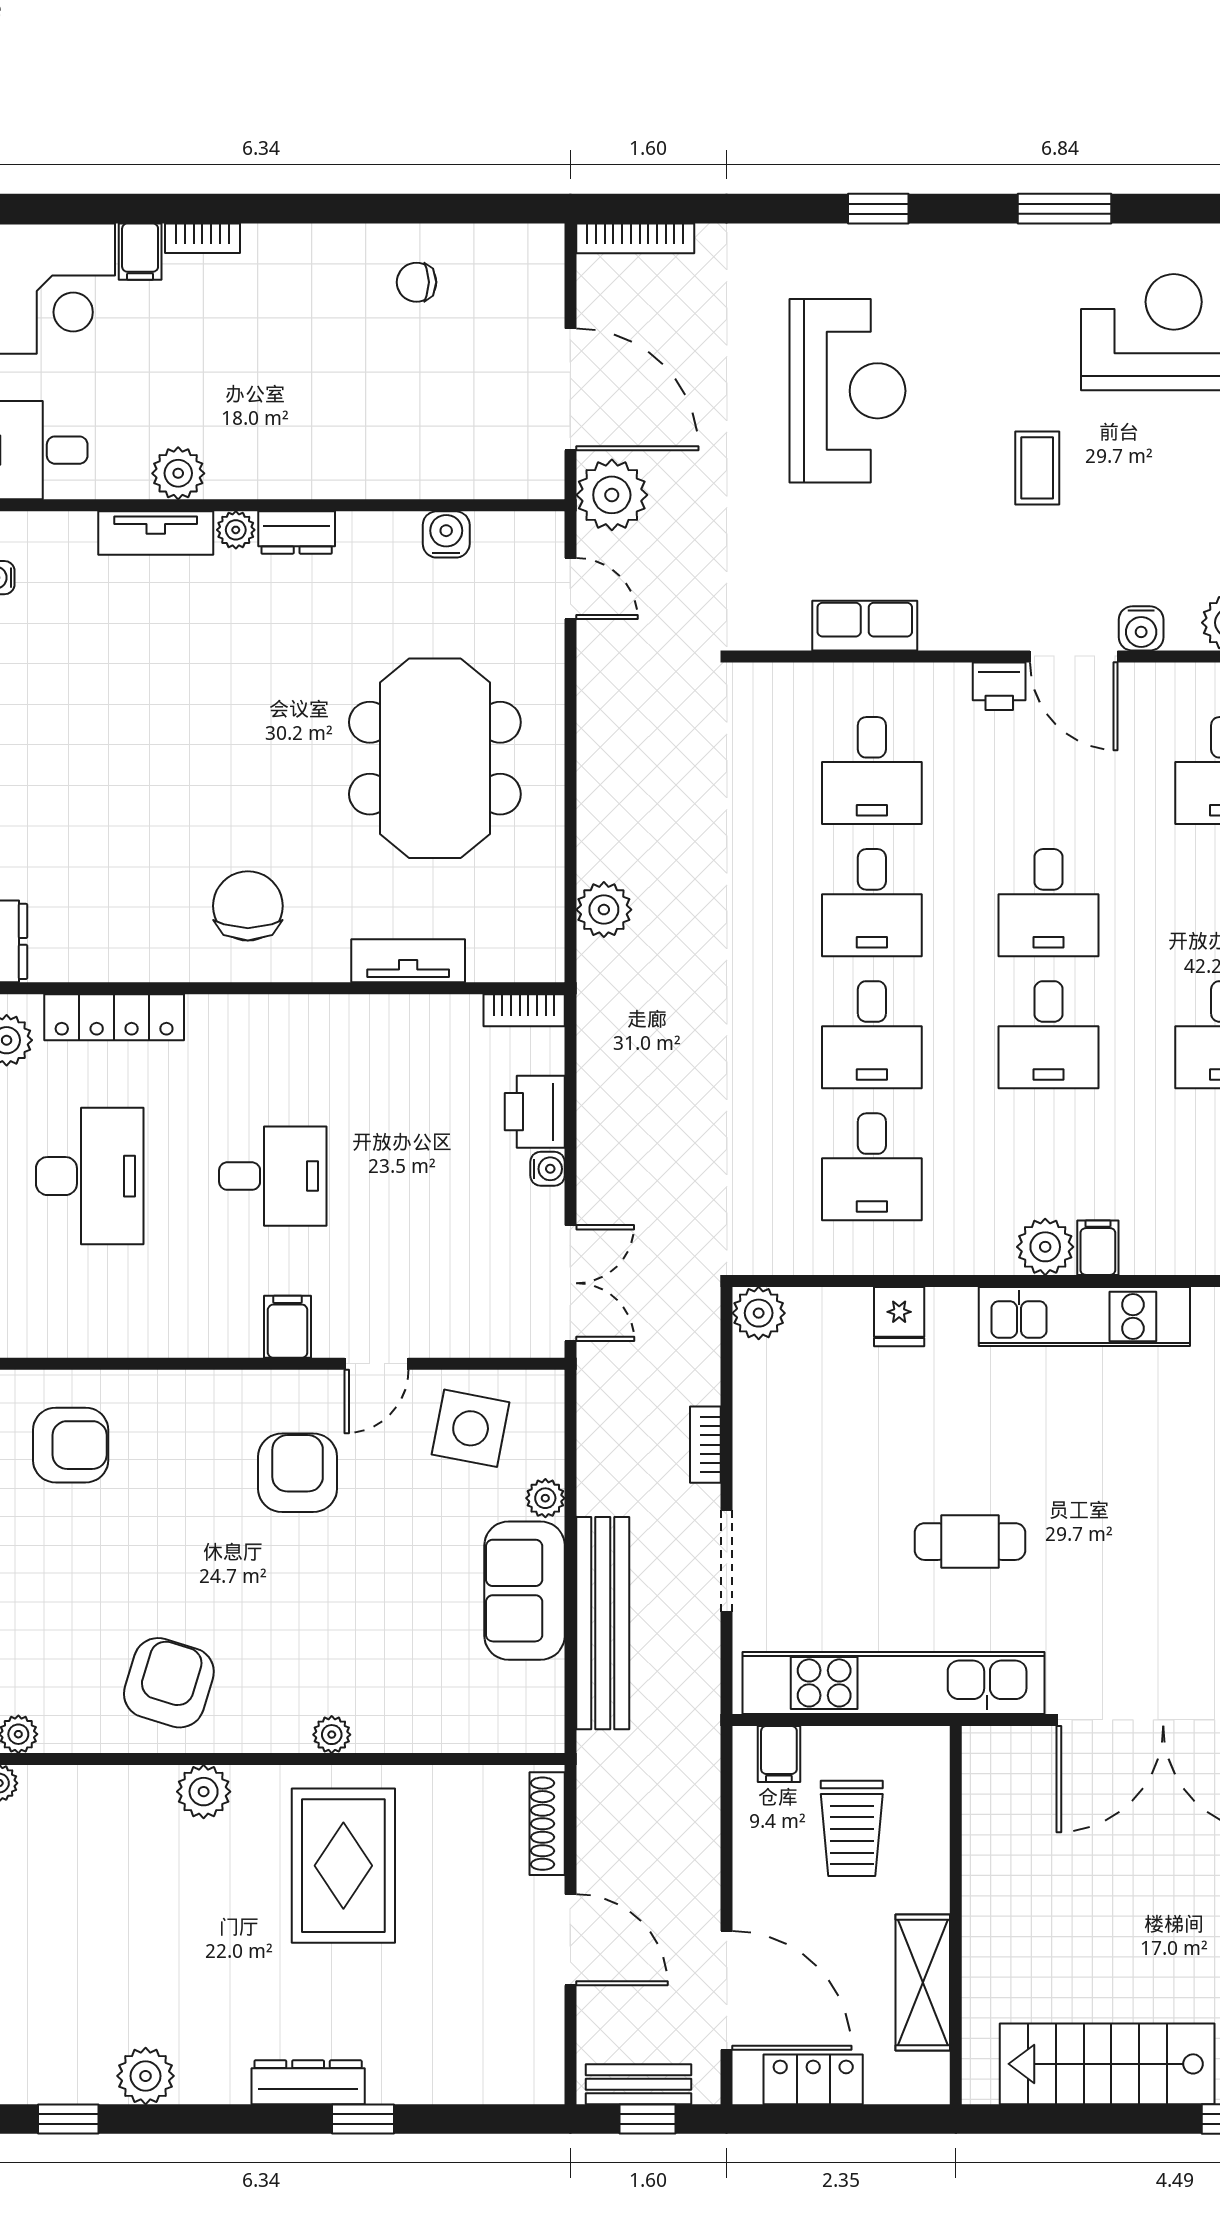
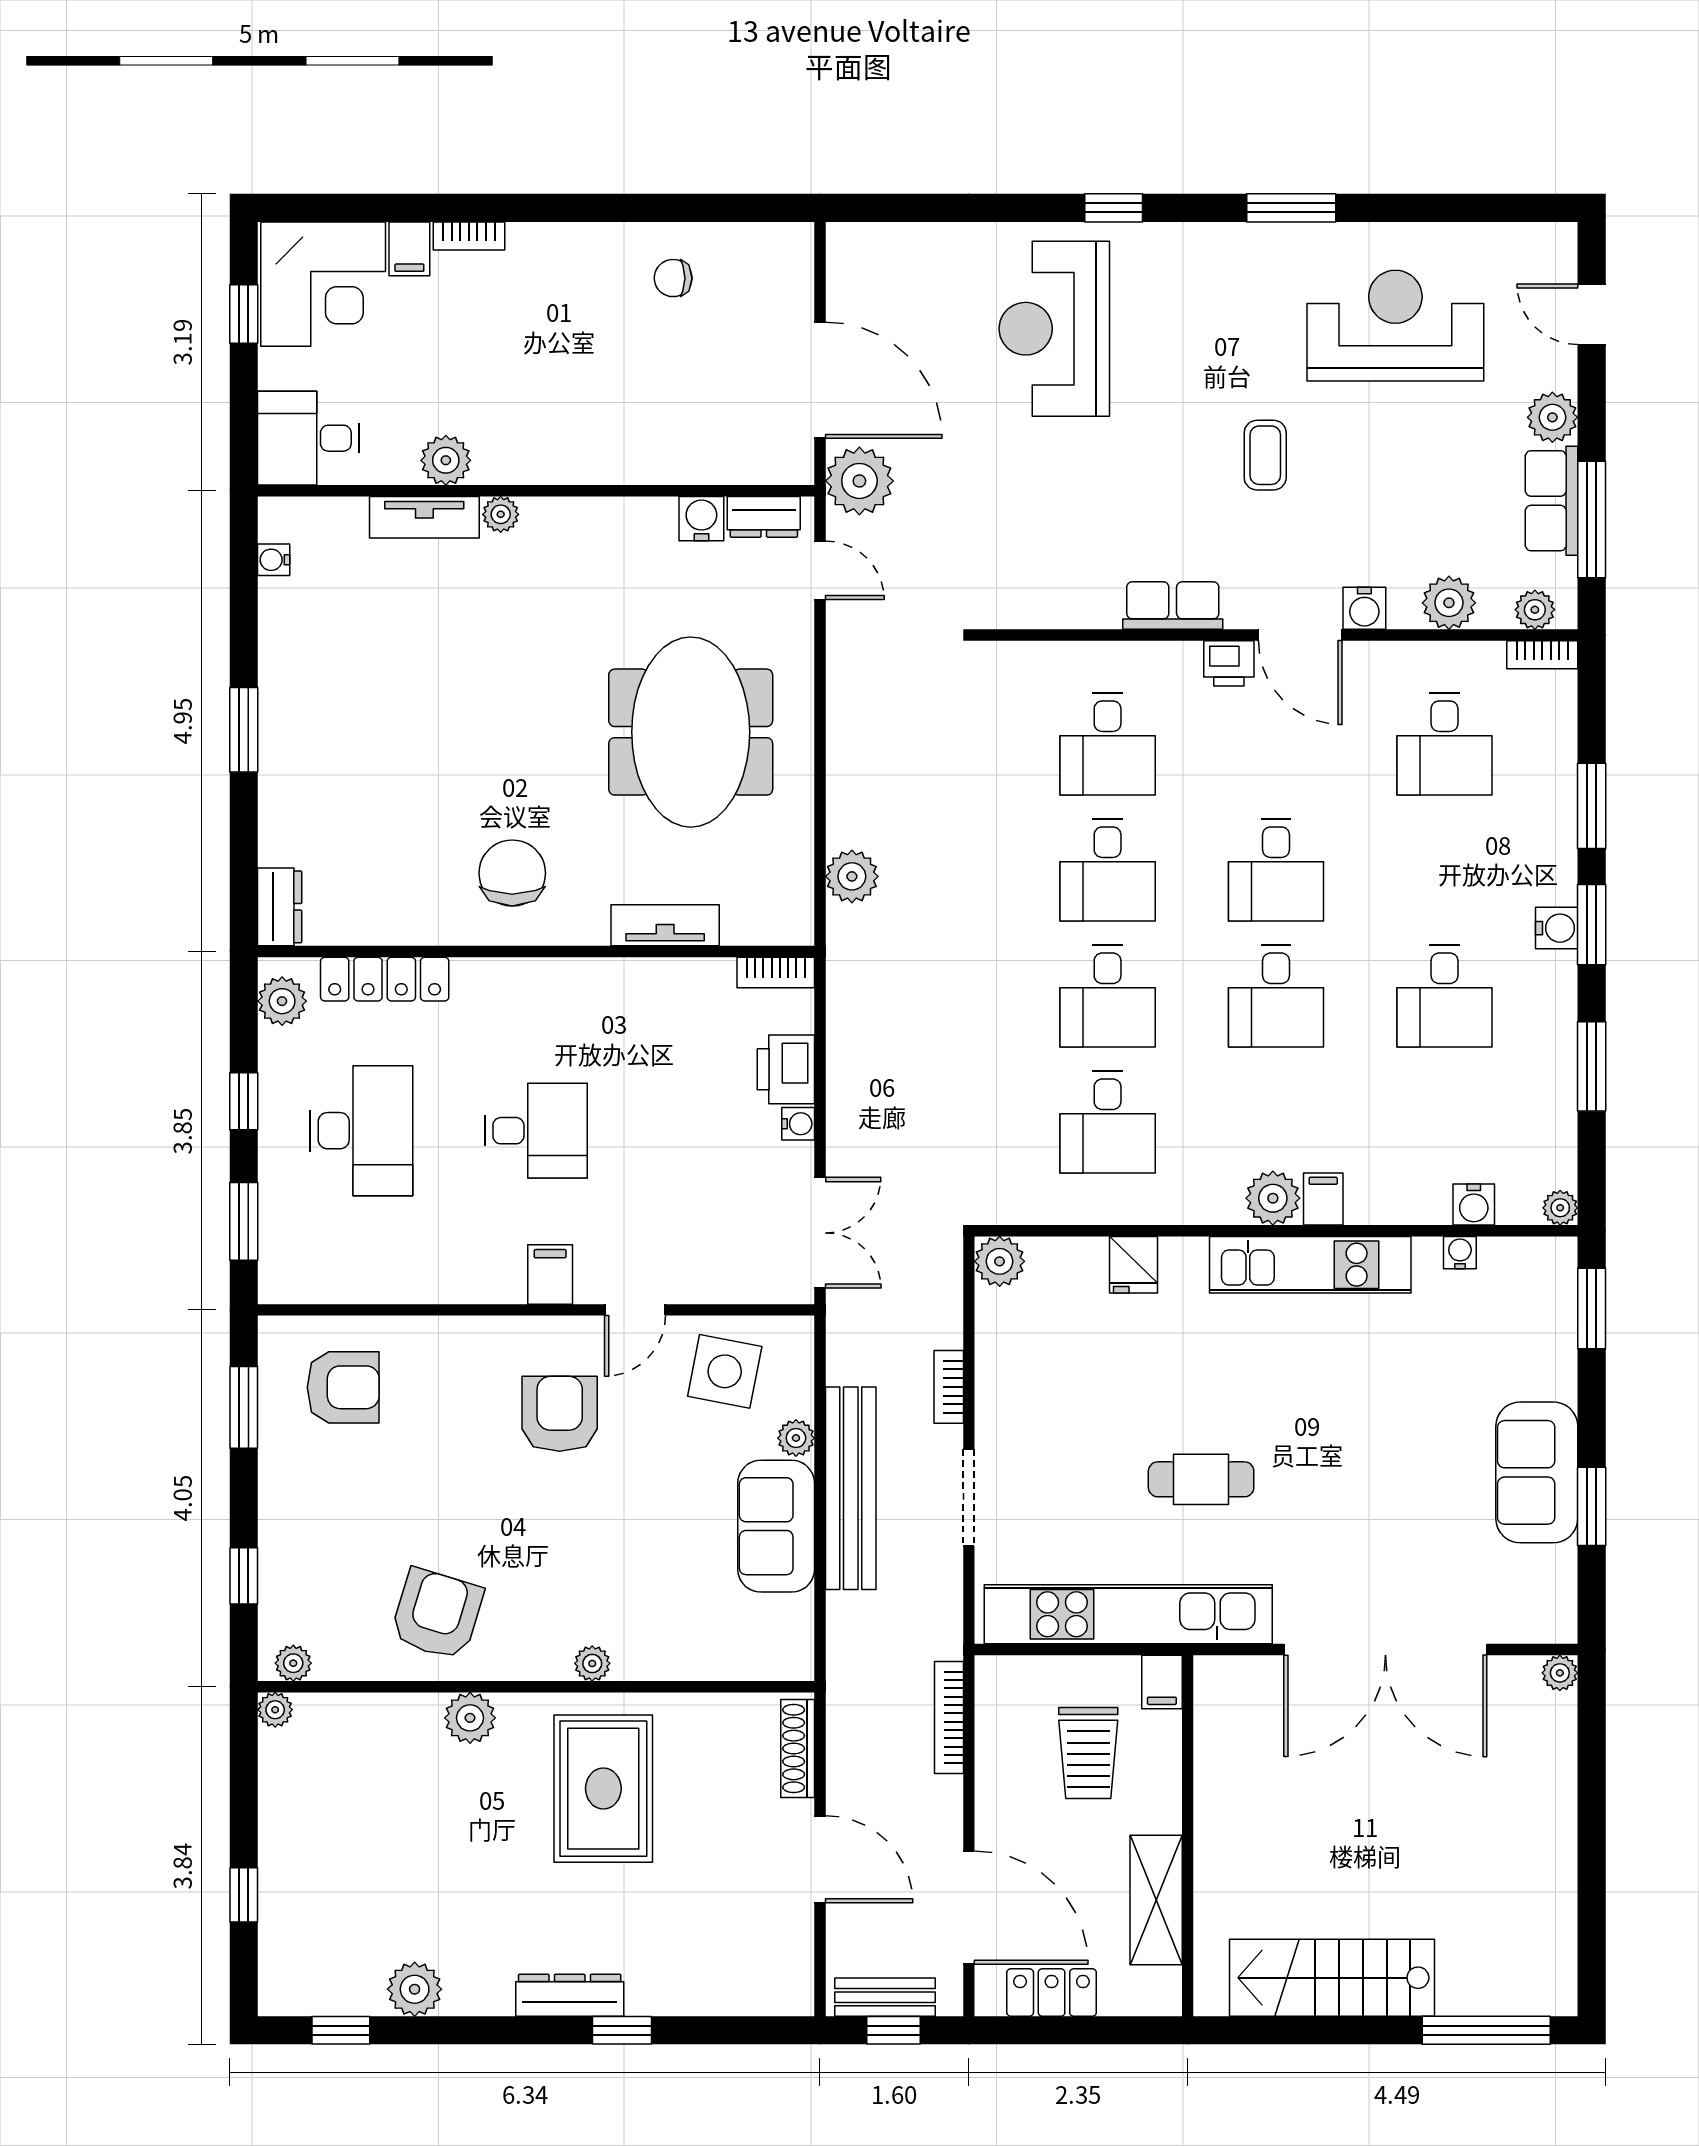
bookcase: (635, 238) -> (949, 1717), moved, turned 90
reception desk: (847, 391) -> (1054, 329), moved, turned 180
dresser: (297, 533) -> (764, 517), moved
row of seats: (865, 626) -> (1173, 606), moved
bench: (603, 1623) -> (851, 1488), moved
filing cabinet: (779, 1754) -> (1162, 1682), moved

